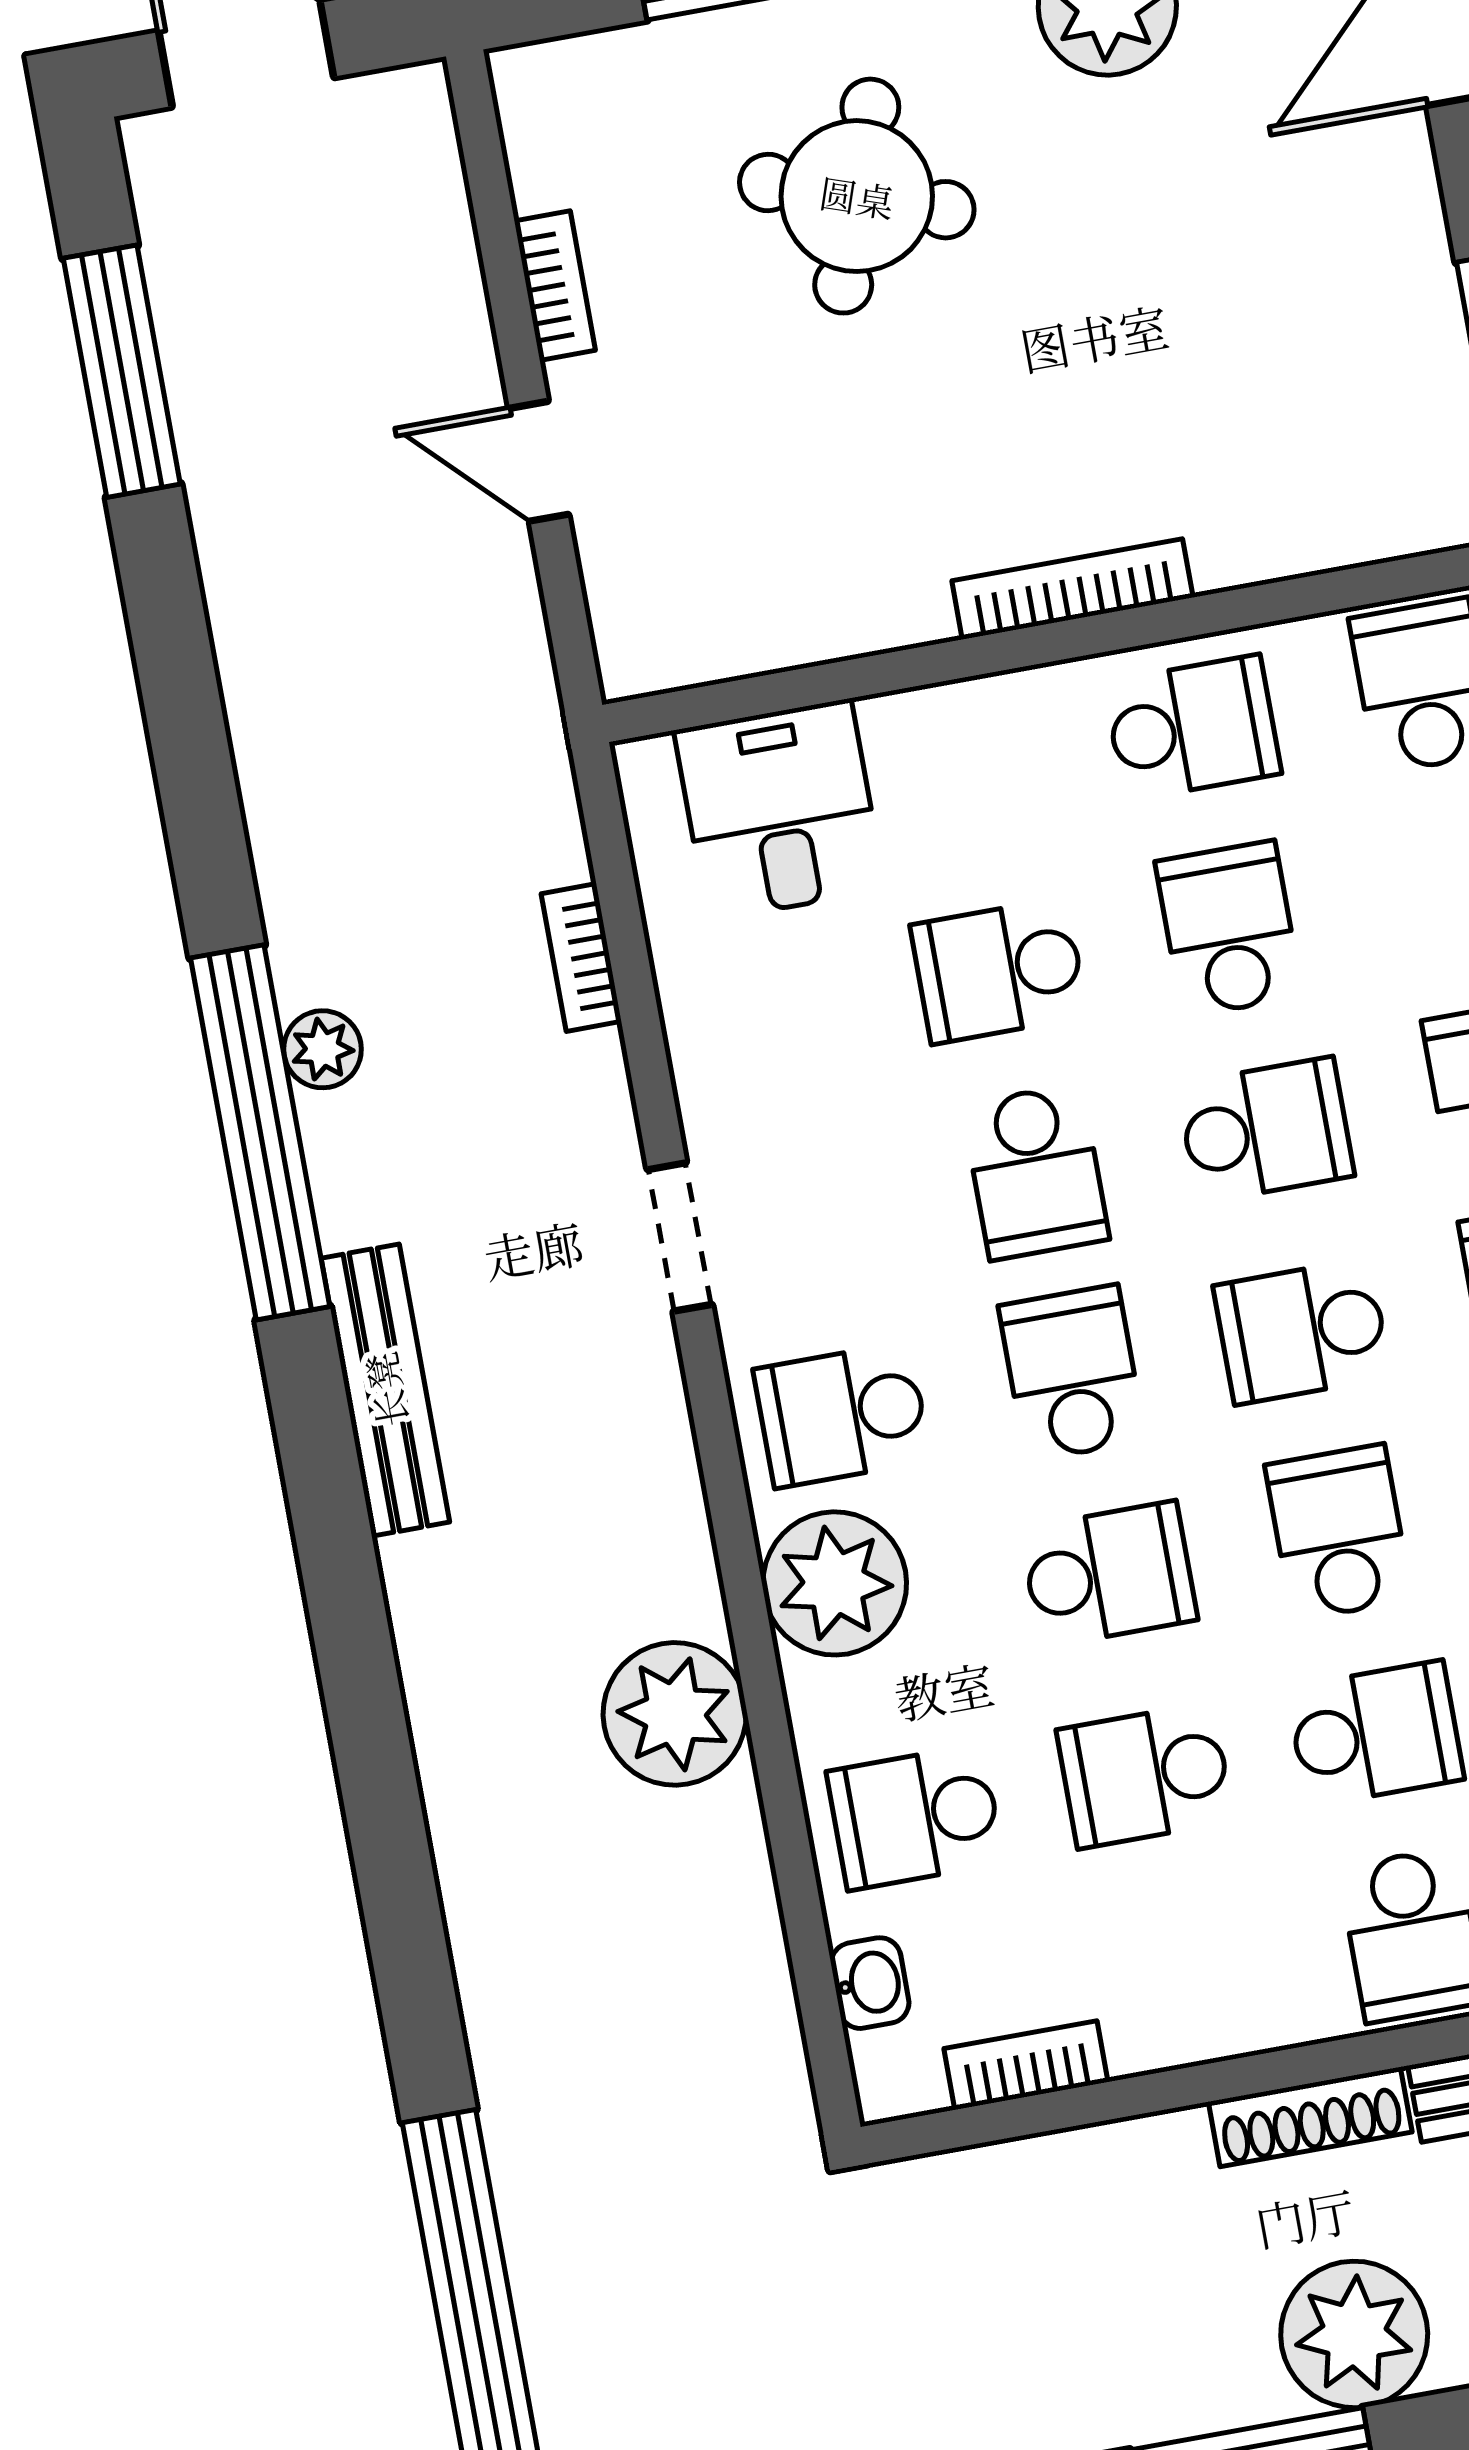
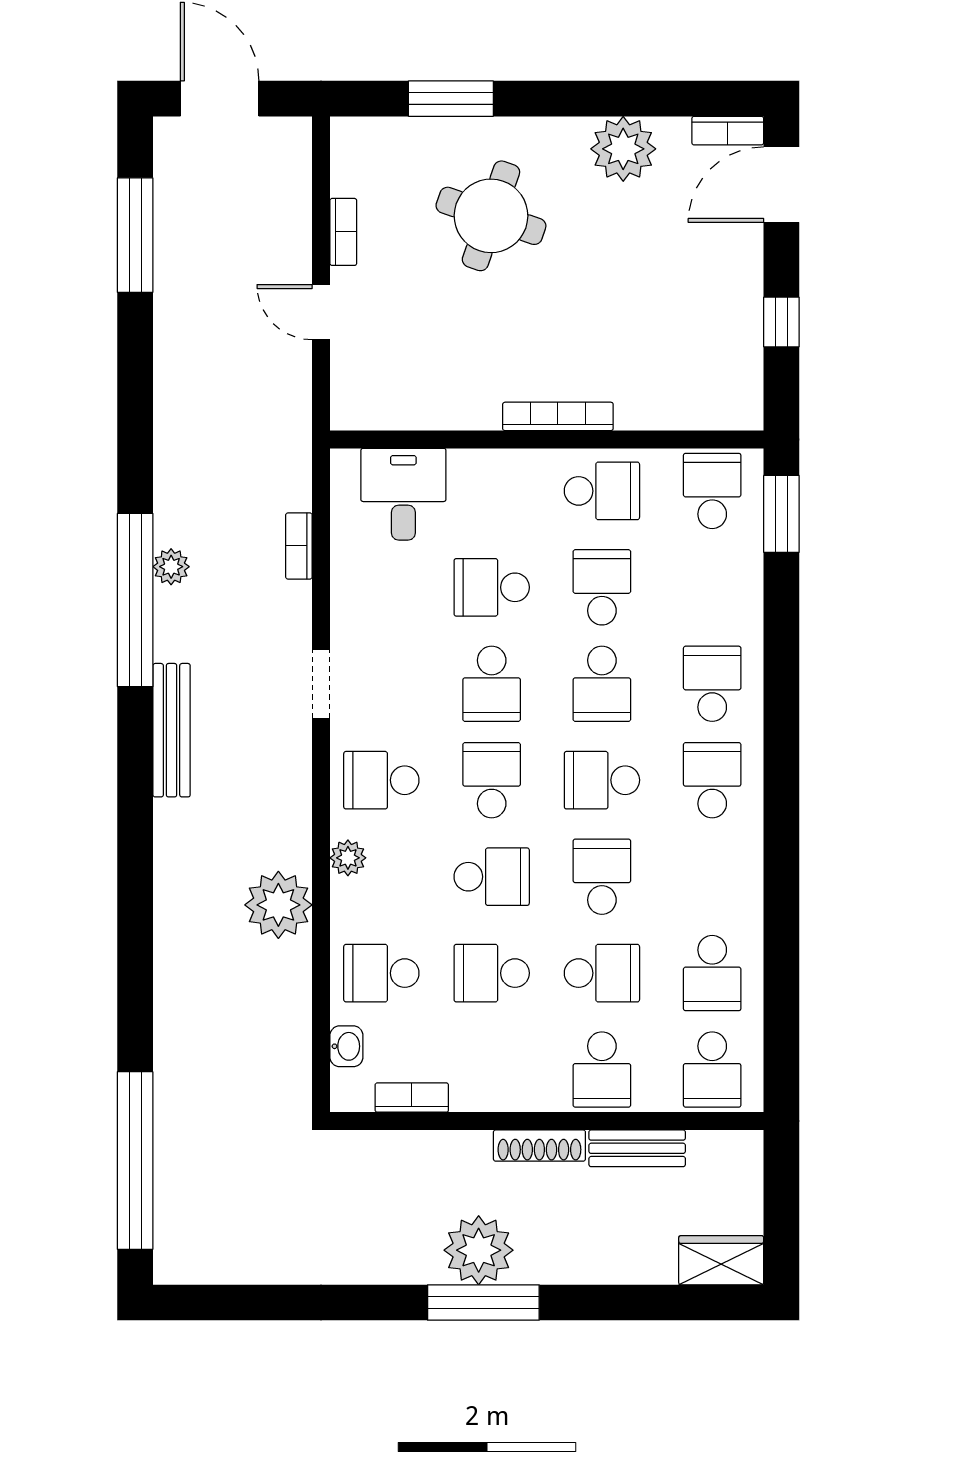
school desk: (1266, 1130) -> (602, 684), turned 90
plant: (835, 1583) -> (348, 858), width x0.53, depth x0.53
plant: (1354, 2334) -> (479, 1250), moved

